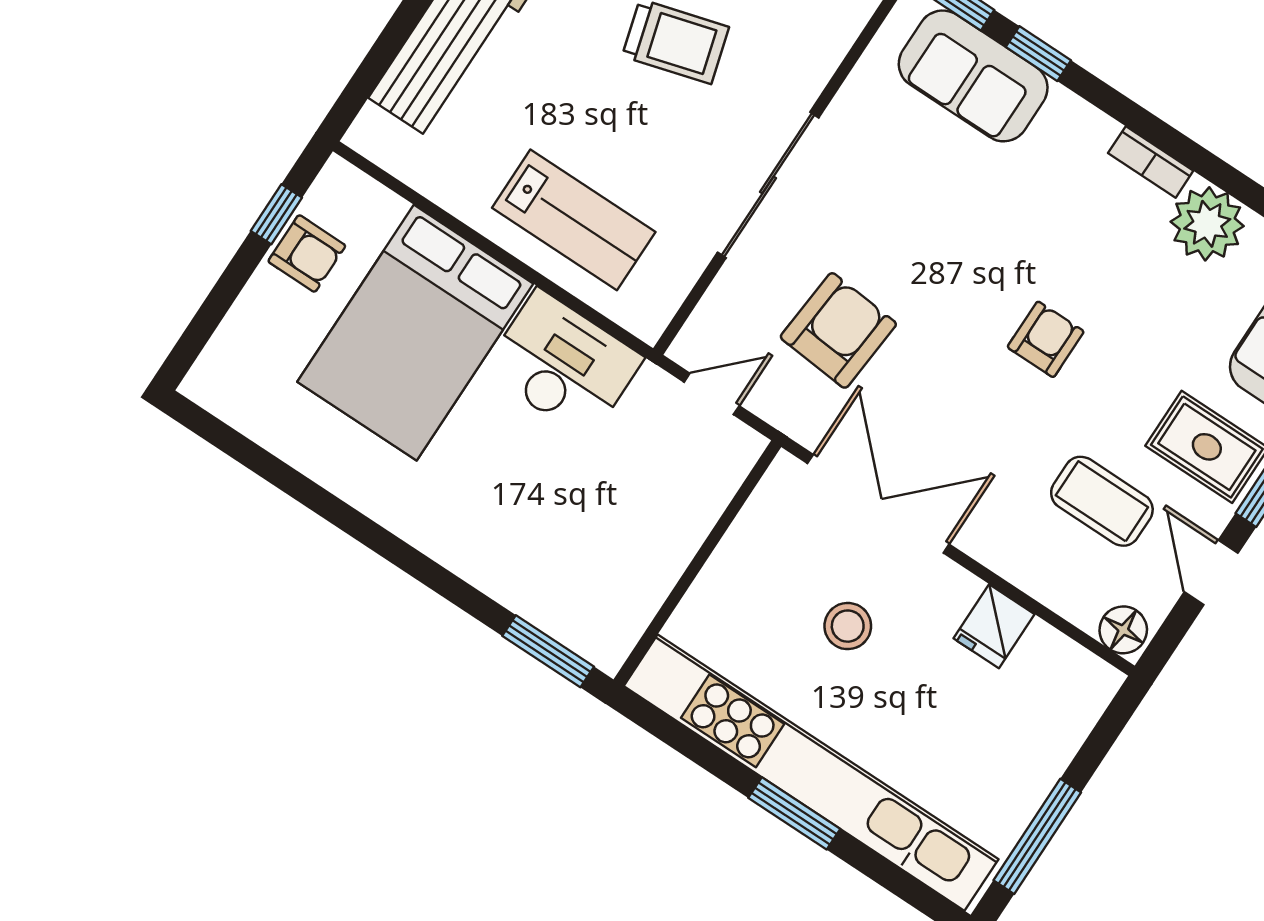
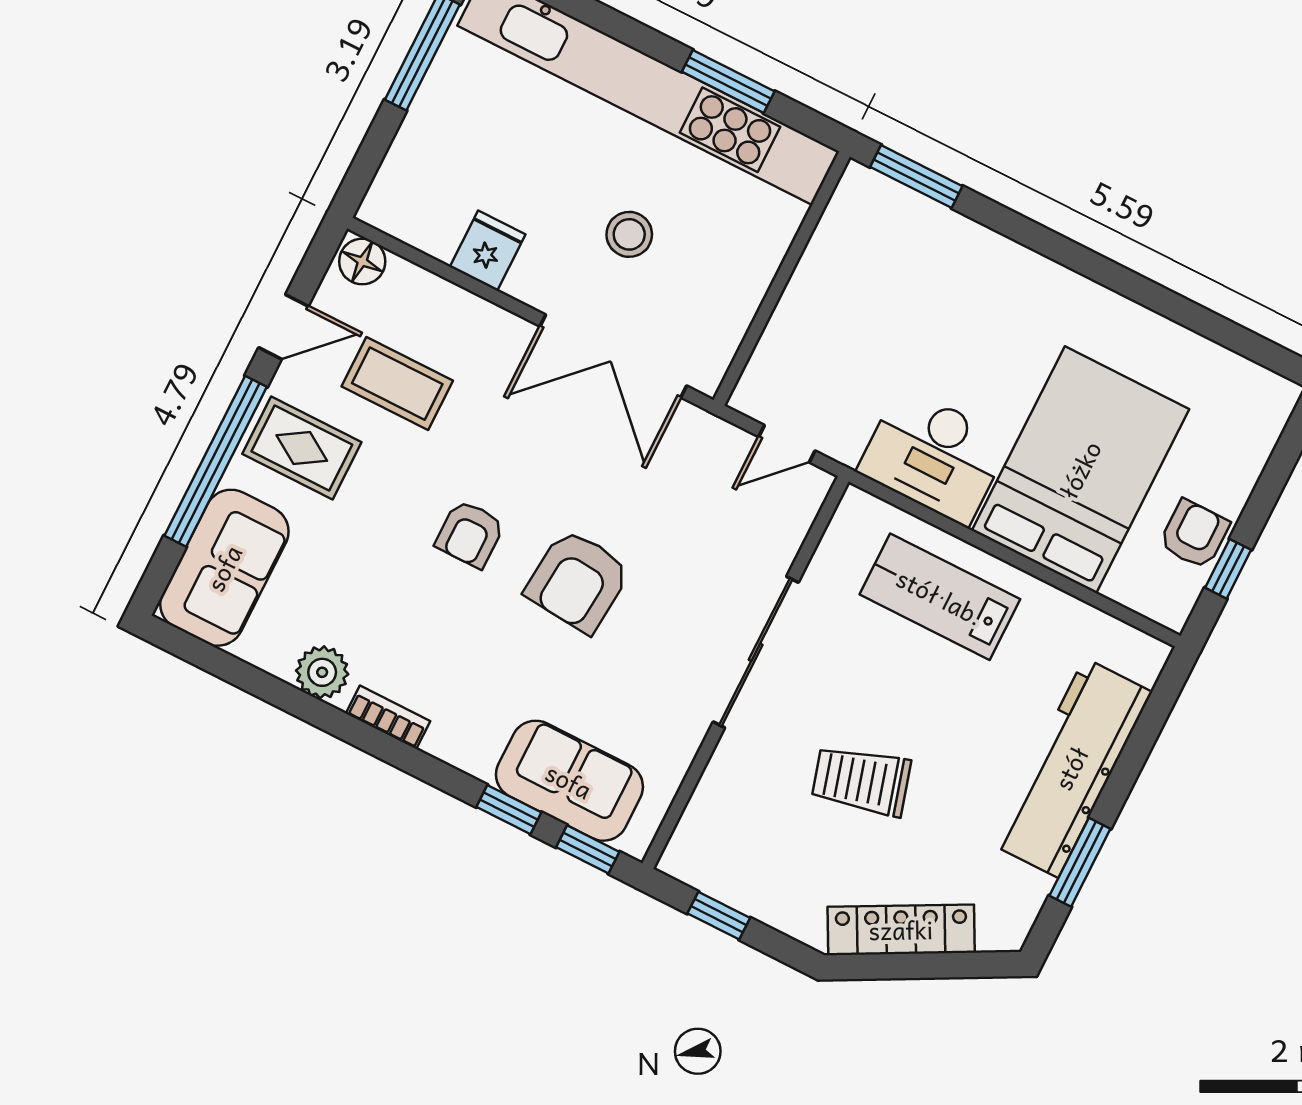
plant: (1207, 224) -> (322, 672), width x0.73, depth x0.73
armchair: (307, 254) -> (1194, 534), turned 90
armchair: (838, 330) -> (578, 581), moved
door: (1211, 573) -> (284, 327), hinge flipped
window: (794, 813) -> (728, 82), moved

